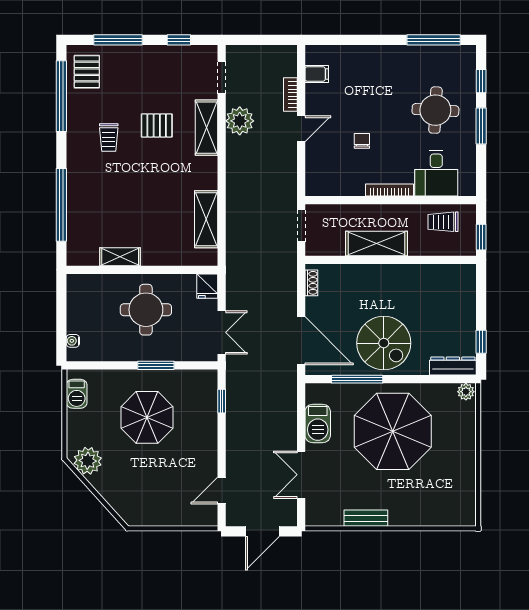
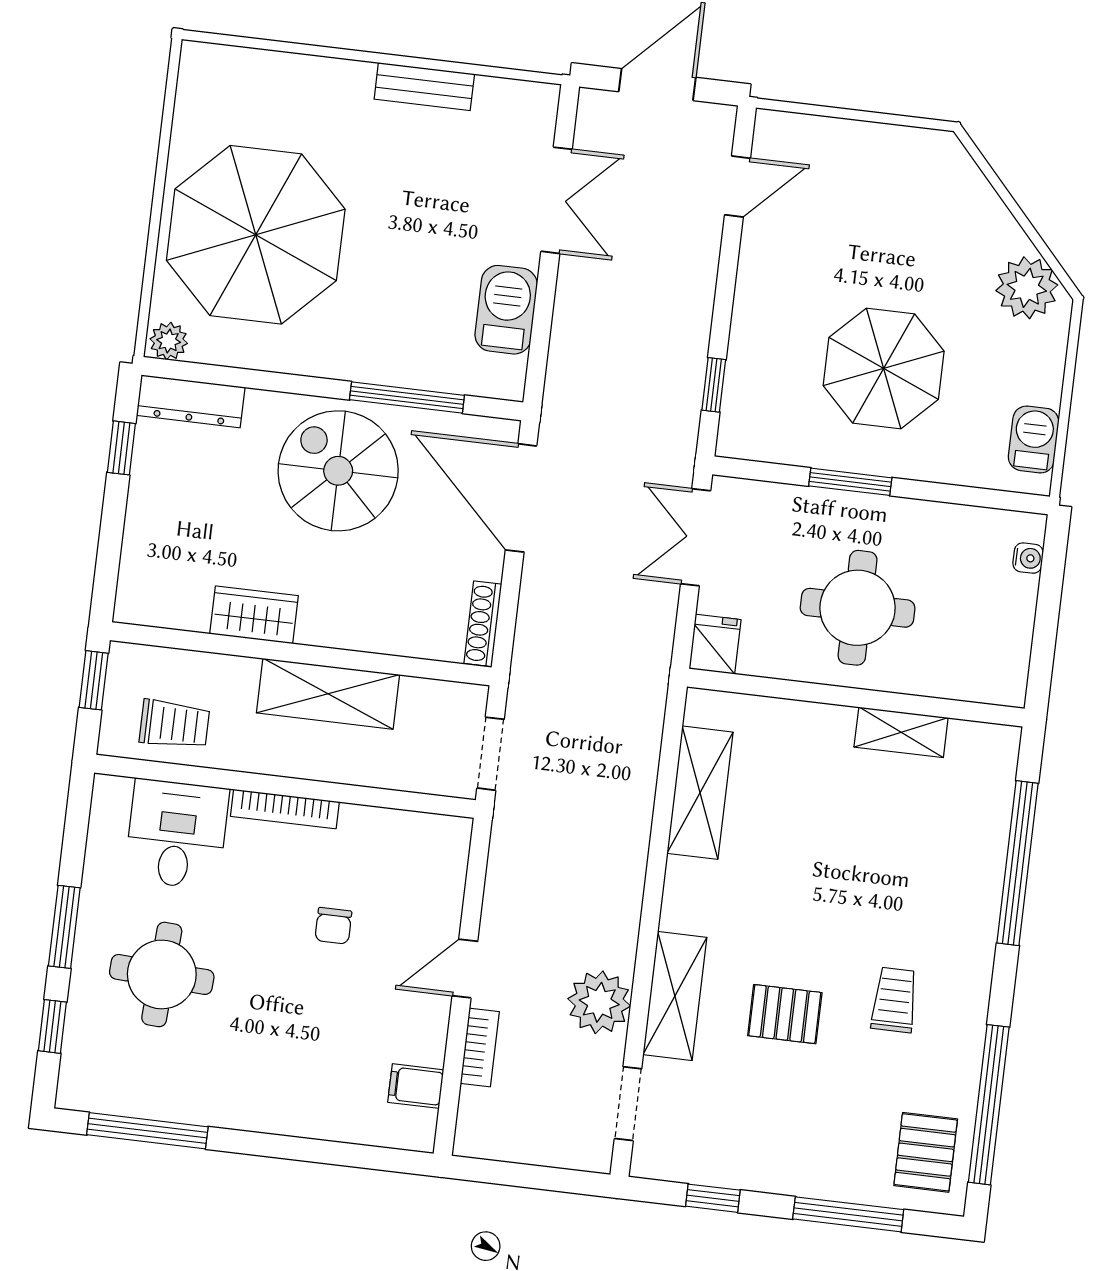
wardrobe: (413, 275) -> (254, 615), added
shoe rack: (311, 283) -> (483, 624), width x1.43
parasol: (393, 431) -> (256, 235), moved

